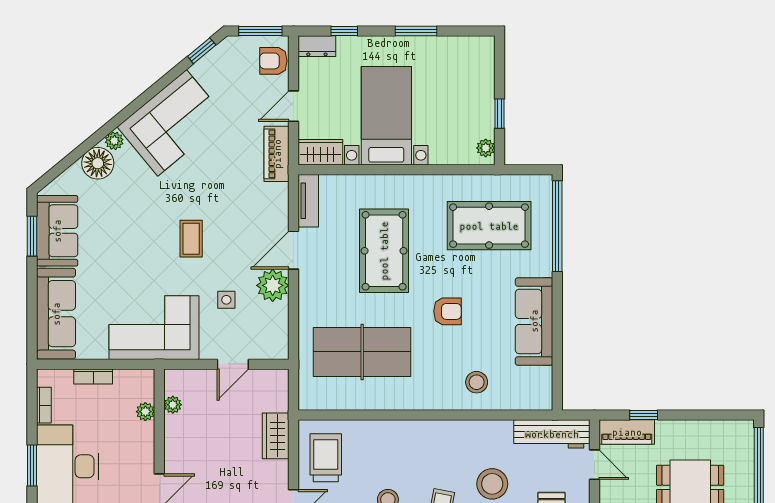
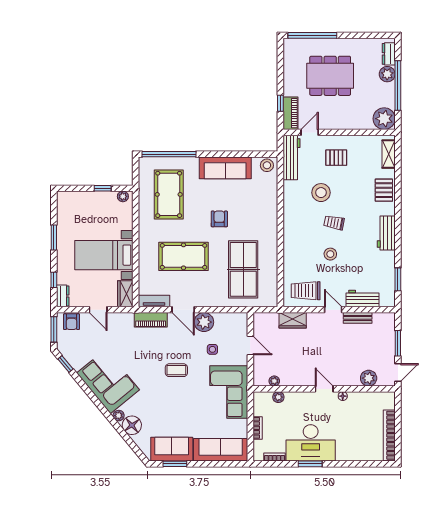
piano: (277, 154) -> (151, 320), moved
stool: (477, 382) -> (267, 165), moved

